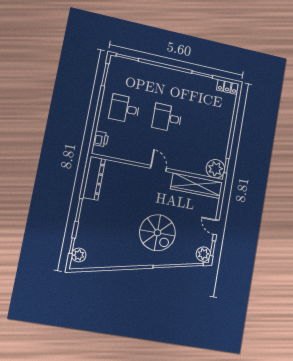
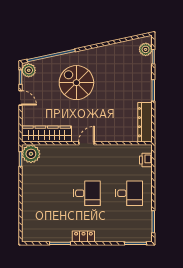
locker: (227, 87) -> (83, 237), moved
door: (158, 168) -> (87, 143), swing flipped

